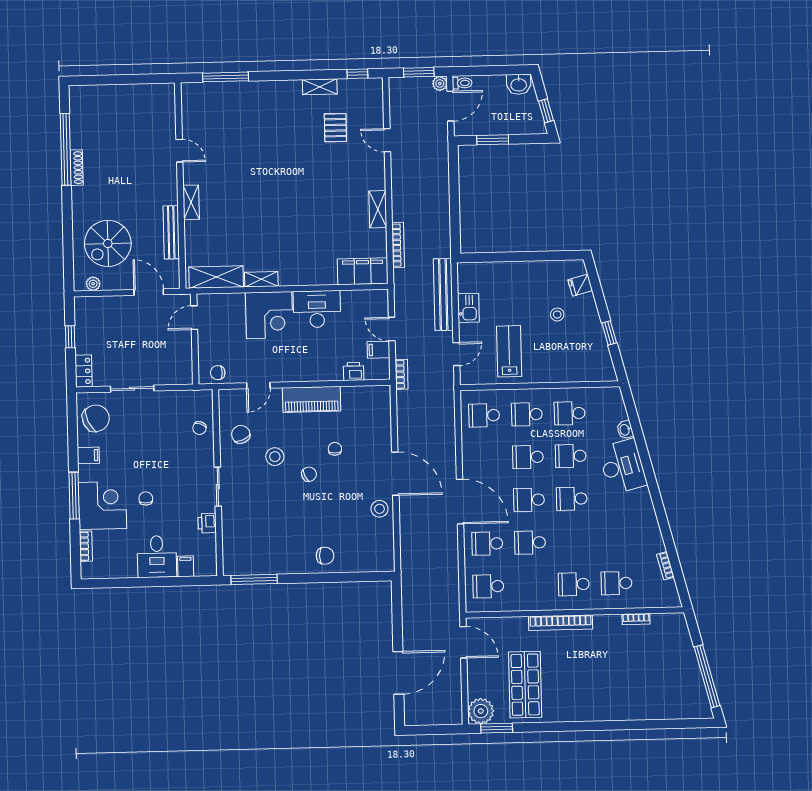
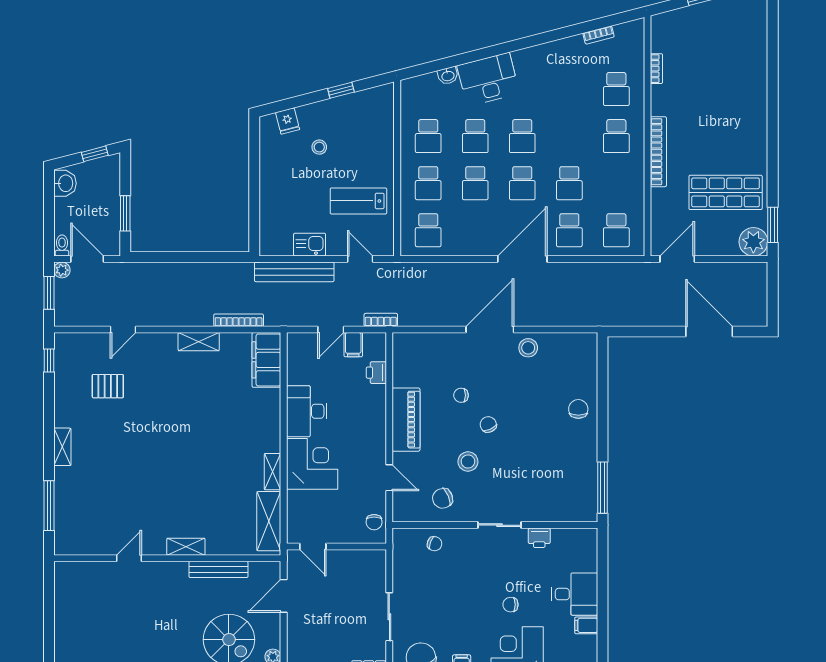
shelving: (320, 87) -> (62, 447), moved
filing cabinet: (186, 566) -> (586, 625), moved

